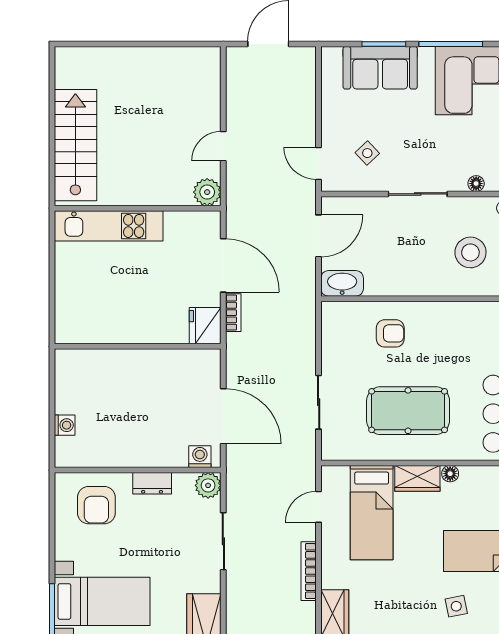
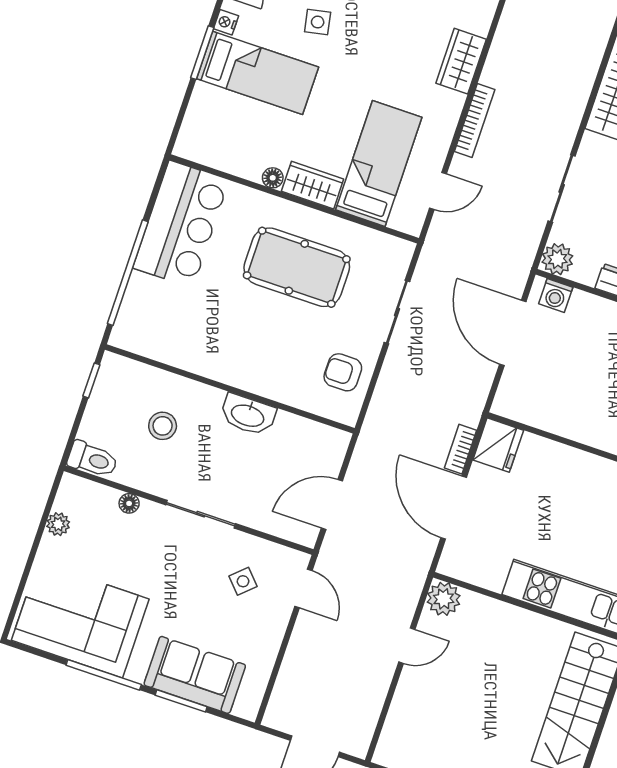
stool: (470, 252) -> (163, 426), width x0.73, depth x0.73
washbasin: (342, 283) -> (248, 415), moved
armchair: (390, 333) -> (343, 372), moved

